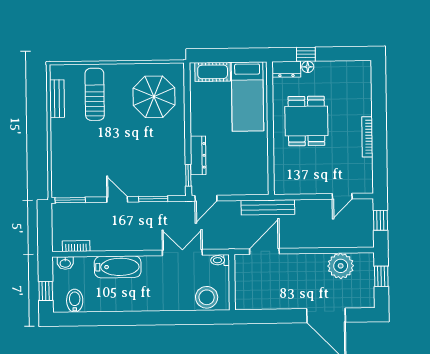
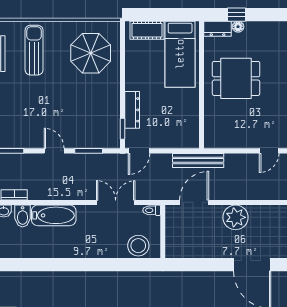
dining table: (306, 121) -> (236, 78), turned 90
plant: (341, 266) -> (236, 217), moved
bidet: (75, 301) -> (23, 216), moved, turned 180

